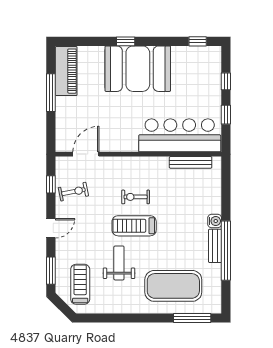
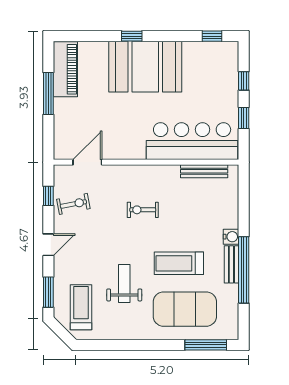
treadmill: (134, 226) -> (179, 263), moved

